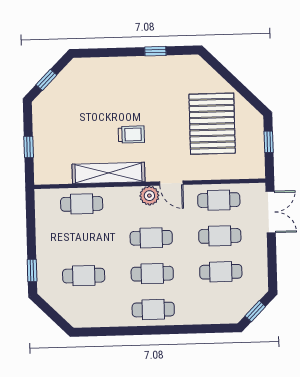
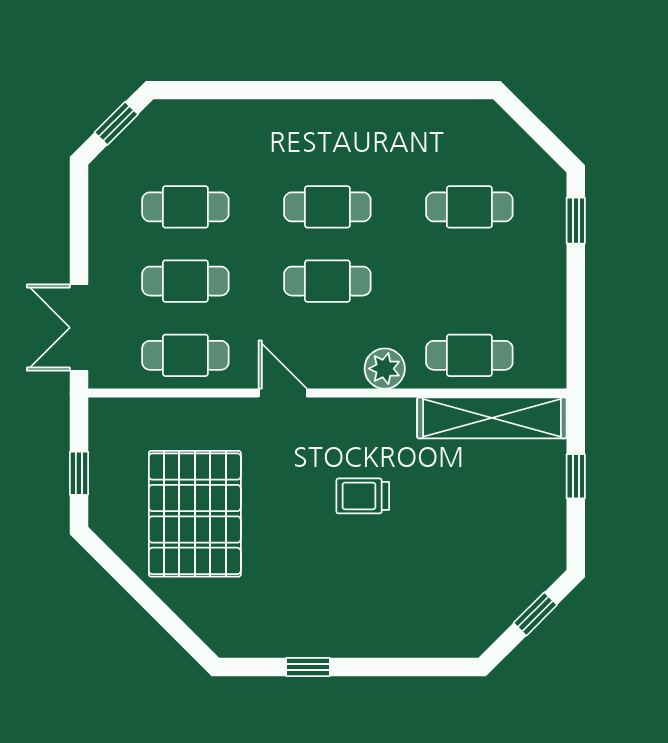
shelving: (108, 173) -> (492, 418), moved
plant: (149, 196) -> (385, 369), moved
cafe table: (153, 310) -> (327, 133), removed

